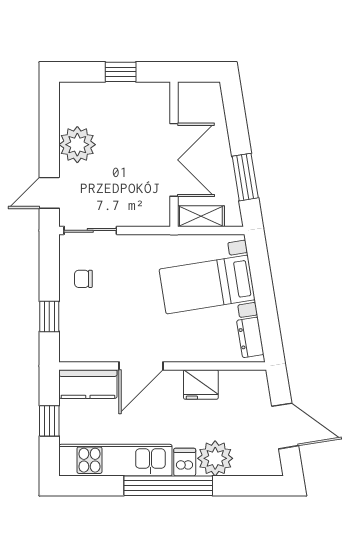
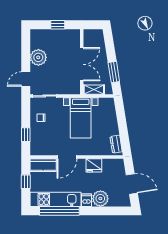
bed with nightstands: (207, 284) -> (81, 118), moved, turned -81
window: (168, 486) -> (59, 211), moved

